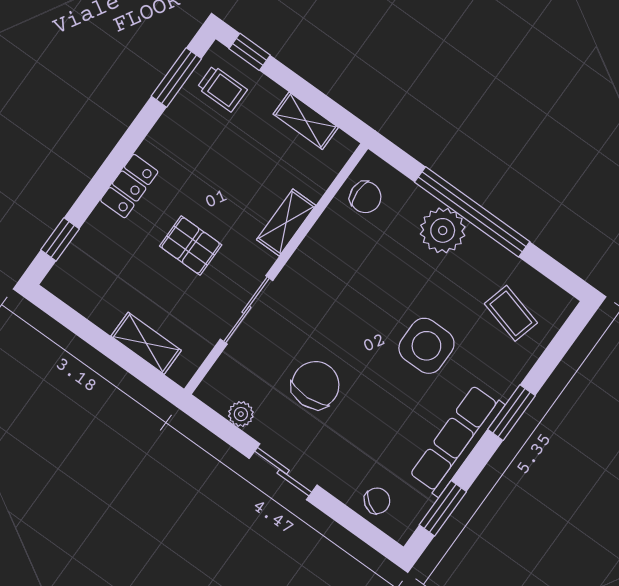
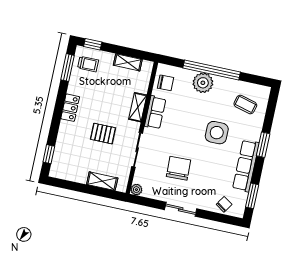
locker: (129, 186) -> (70, 108), moved
row of seats: (317, 249) -> (155, 112), added
plant: (241, 414) -> (136, 190), moved

